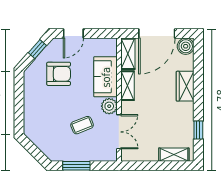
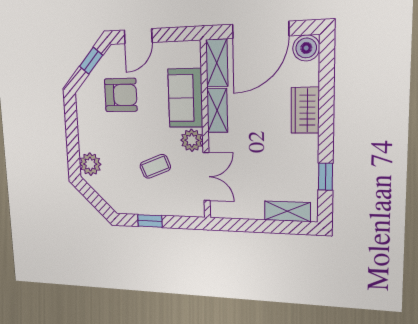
plant: (32, 124) -> (90, 164), added
window: (76, 166) -> (150, 221), width x0.67

